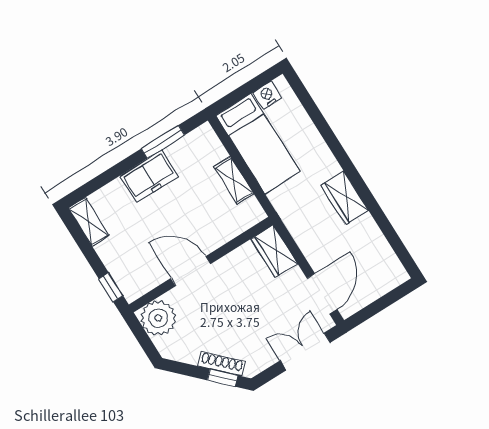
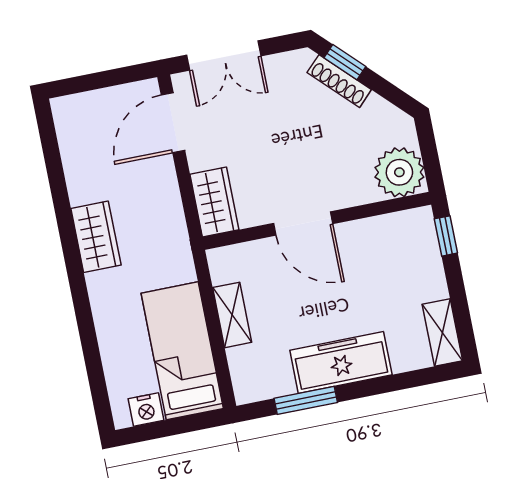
freezer: (149, 176) -> (341, 362), width x1.40
door: (191, 271) -> (303, 224), moved

